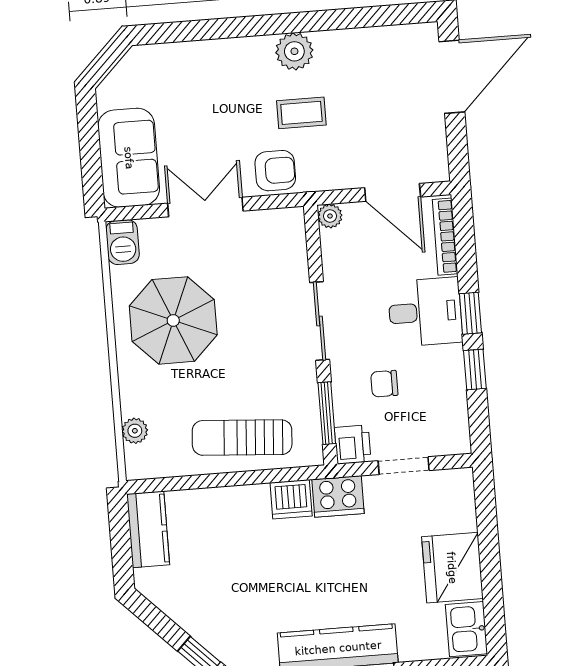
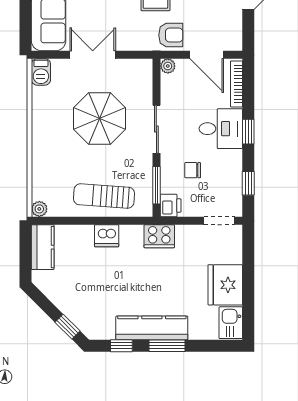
armchair: (275, 171) -> (171, 35), moved
parasol: (173, 320) -> (99, 118), moved
window: (475, 370) -> (248, 183), moved
plant: (135, 431) -> (39, 209), moved
doorway: (404, 466) -> (219, 221), moved
dishwasher: (291, 499) -> (107, 236), moved

